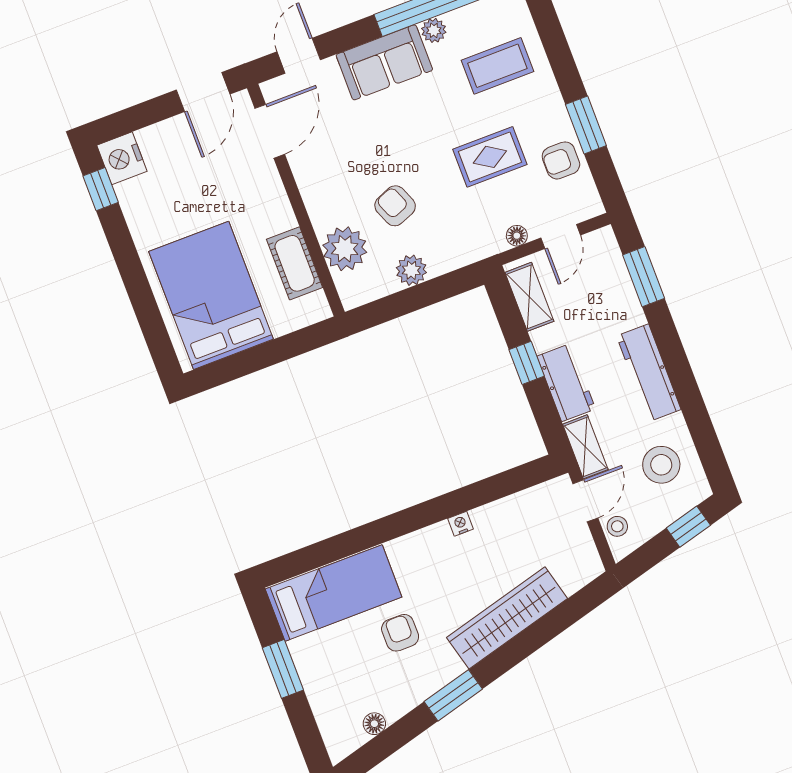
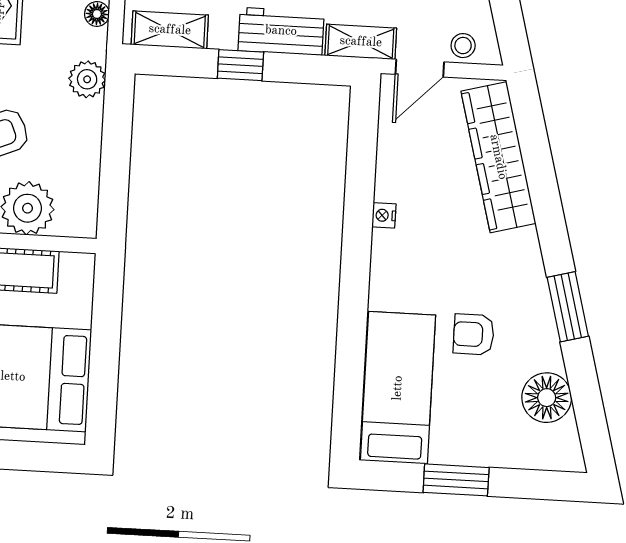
plant: (411, 270) -> (87, 79), moved
door: (585, 501) -> (420, 68), swing flipped
wardrobe: (507, 618) -> (498, 157), moved
floor lamp: (374, 724) -> (547, 398), width x1.89, depth x1.89

